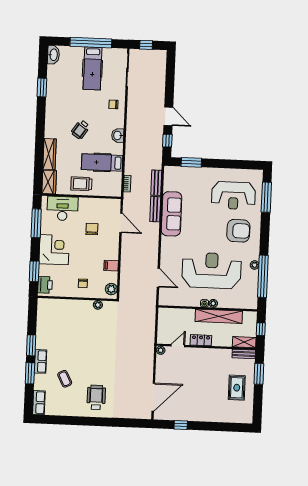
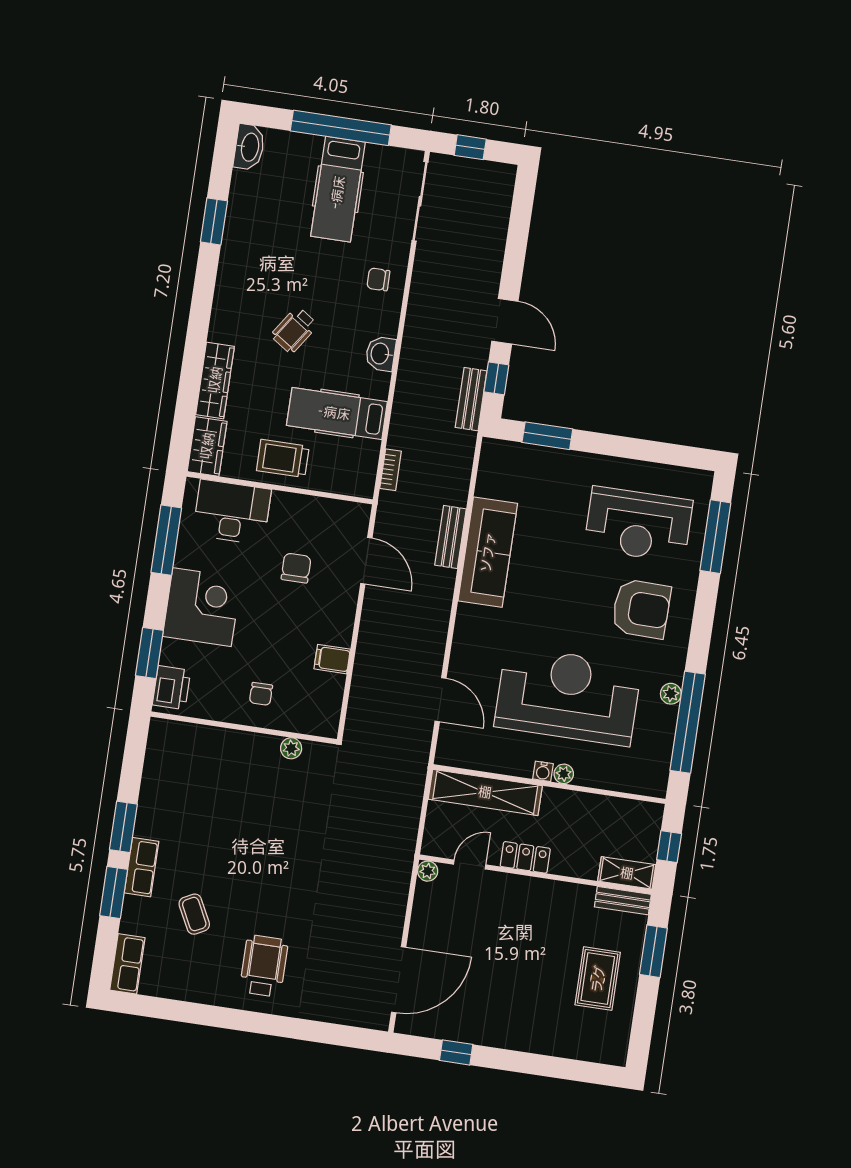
bench: (156, 183) -> (471, 399), moved
plant: (111, 289) -> (327, 714), removed
shelving: (219, 316) -> (485, 792), moved

